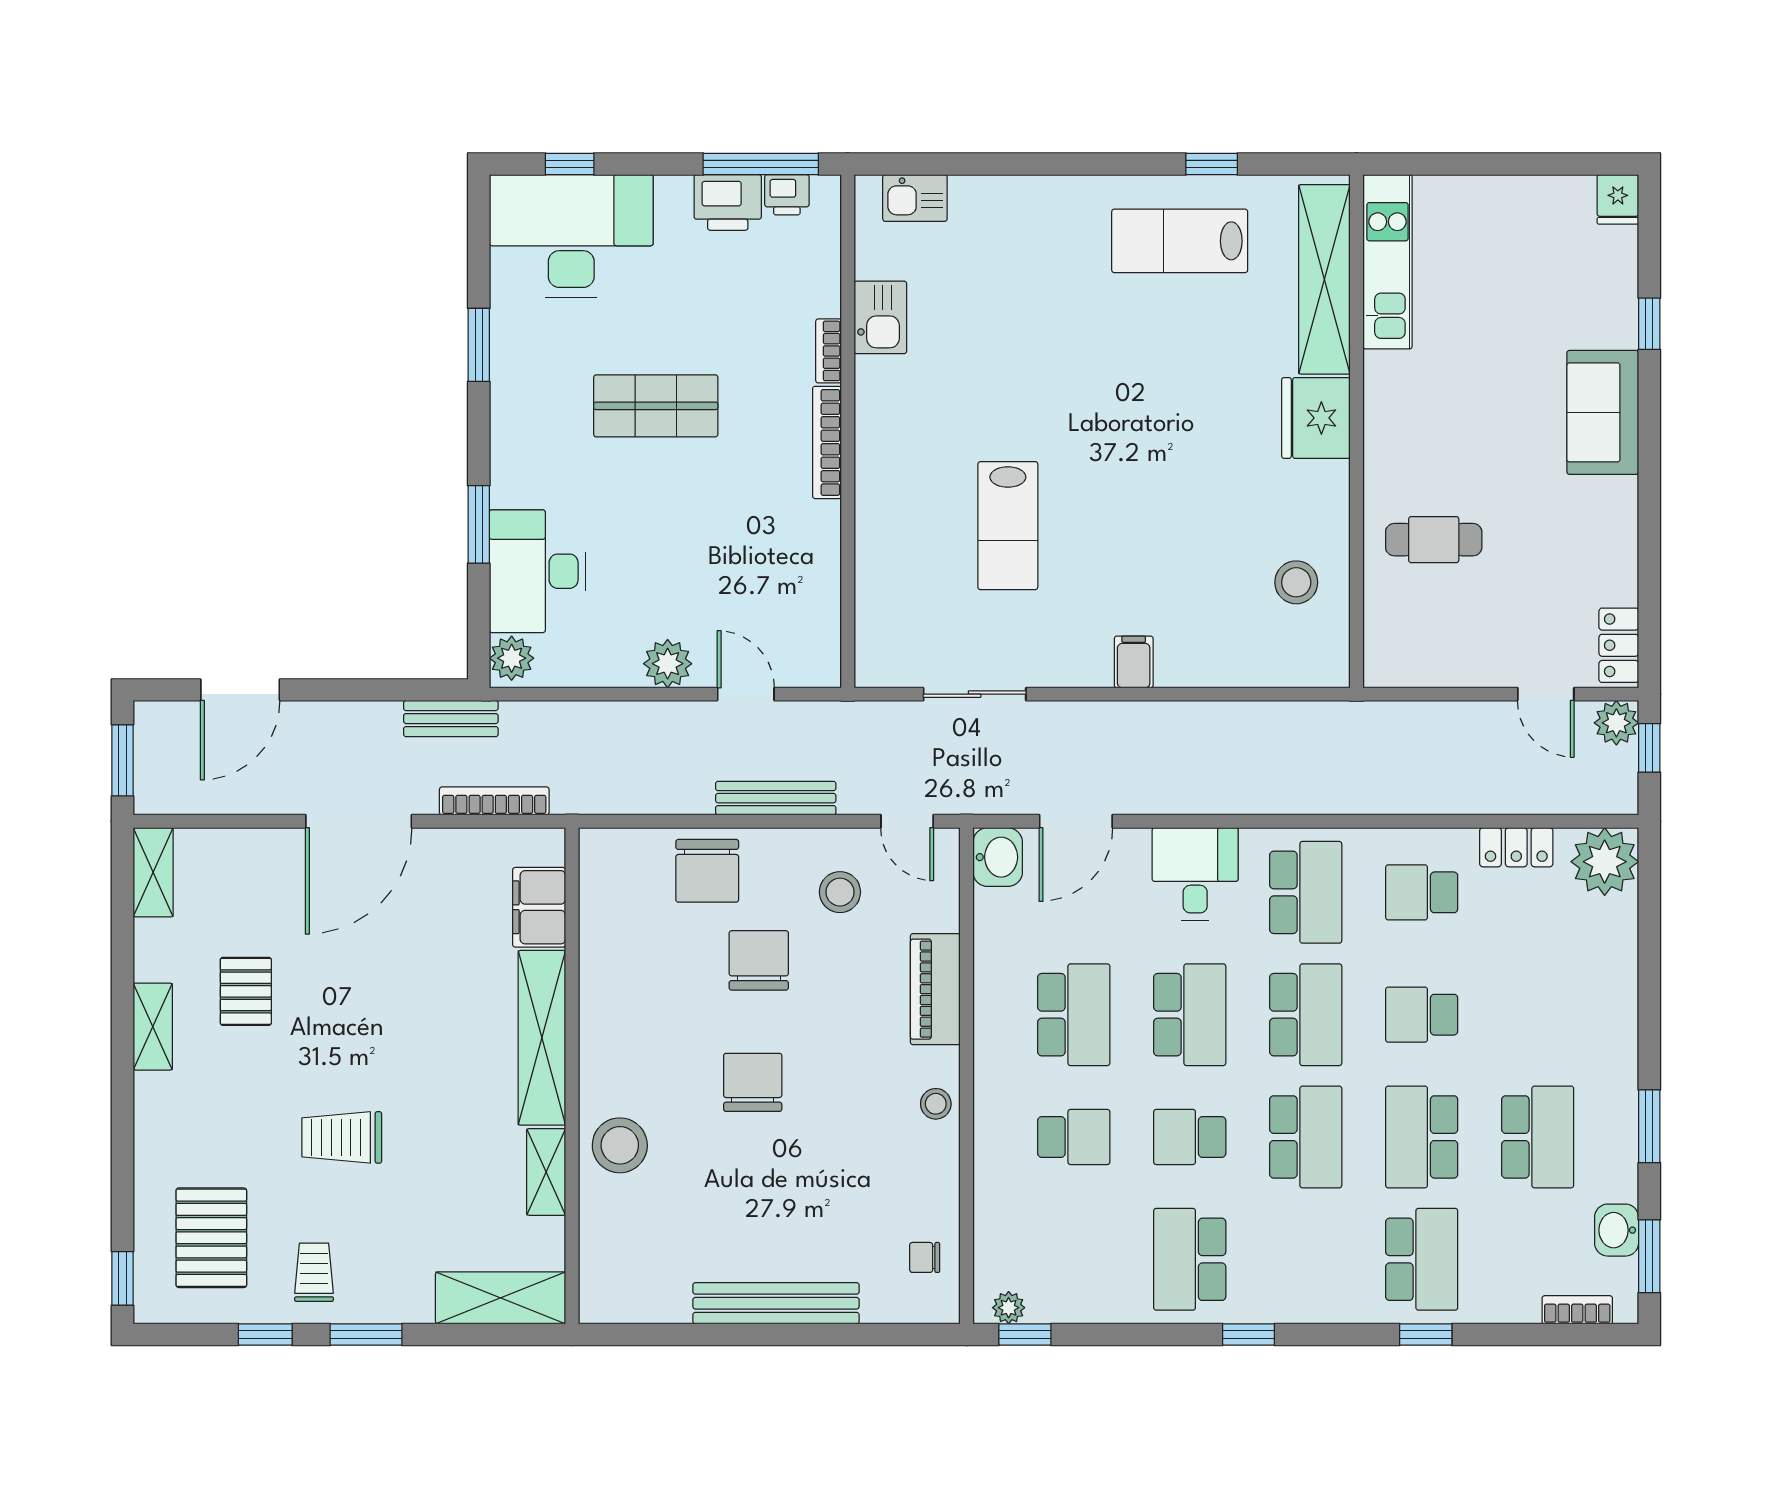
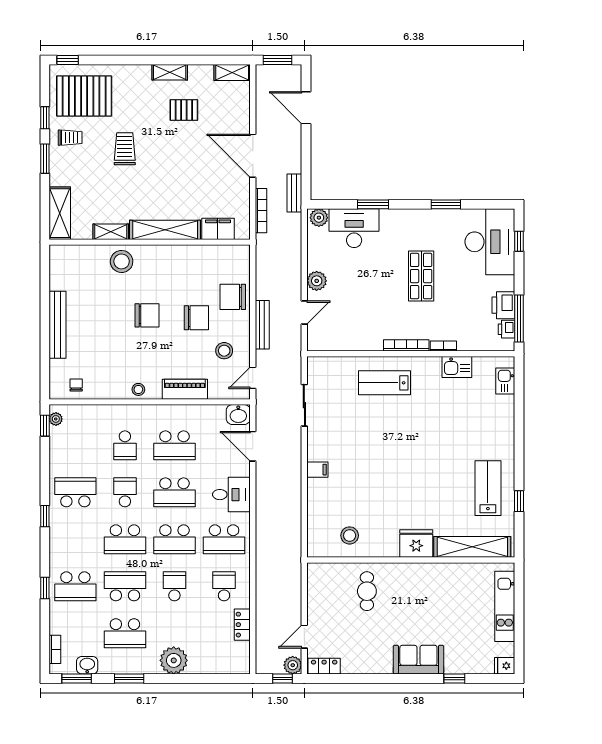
kitchen unit: (1388, 262) -> (505, 606), moved, turned 90
lab bench: (1008, 526) -> (384, 383), moved
plant: (1605, 862) -> (174, 660), moved
pallet: (211, 1238) -> (84, 96), width x1.37, depth x1.41

